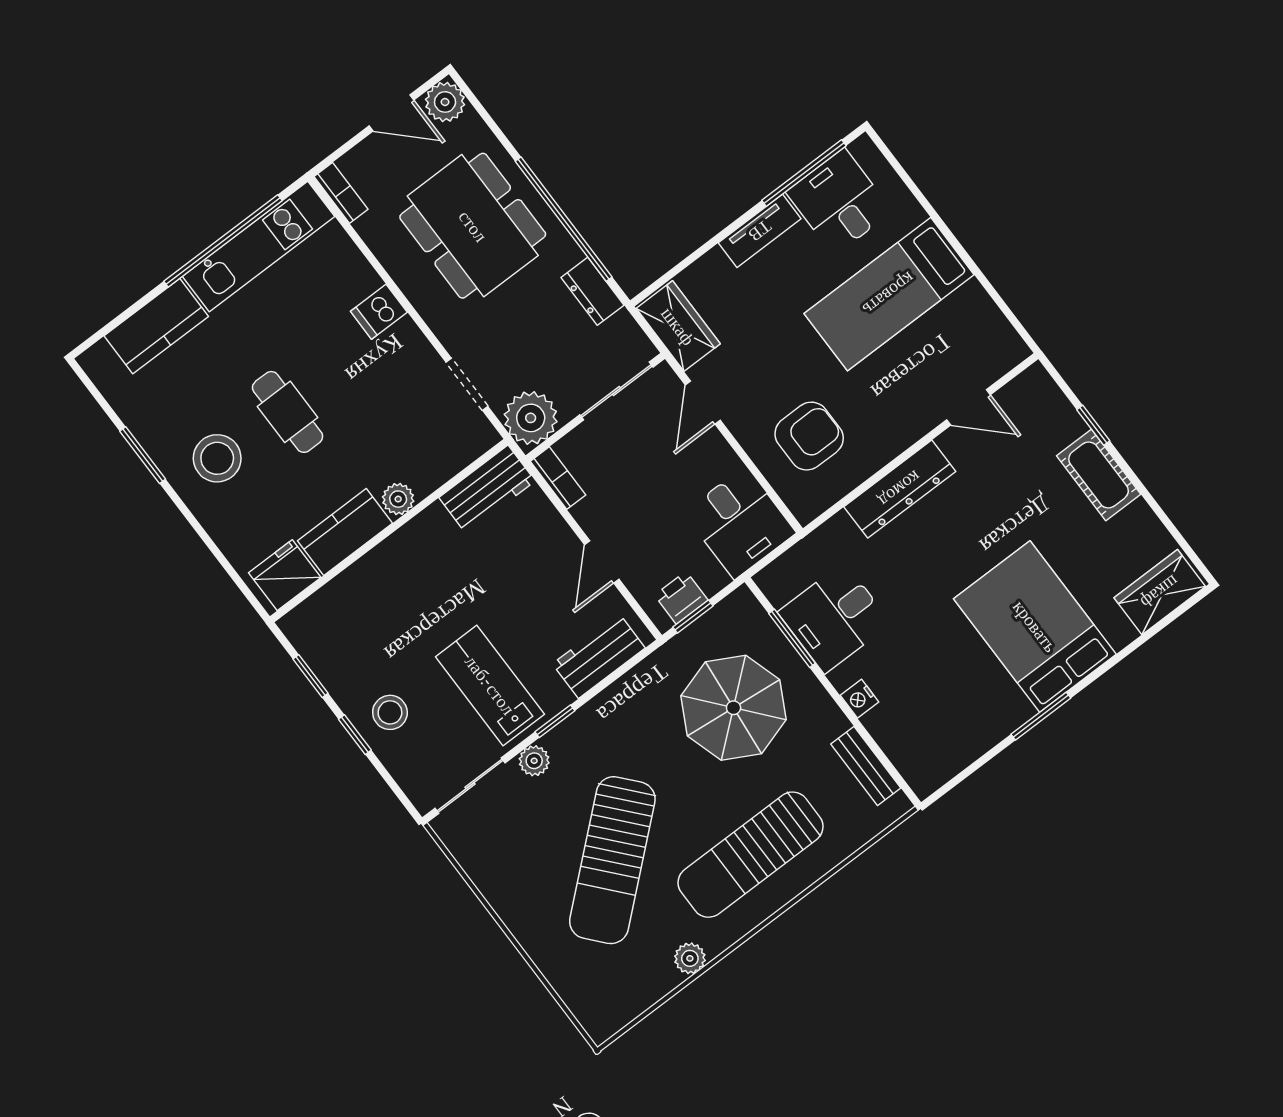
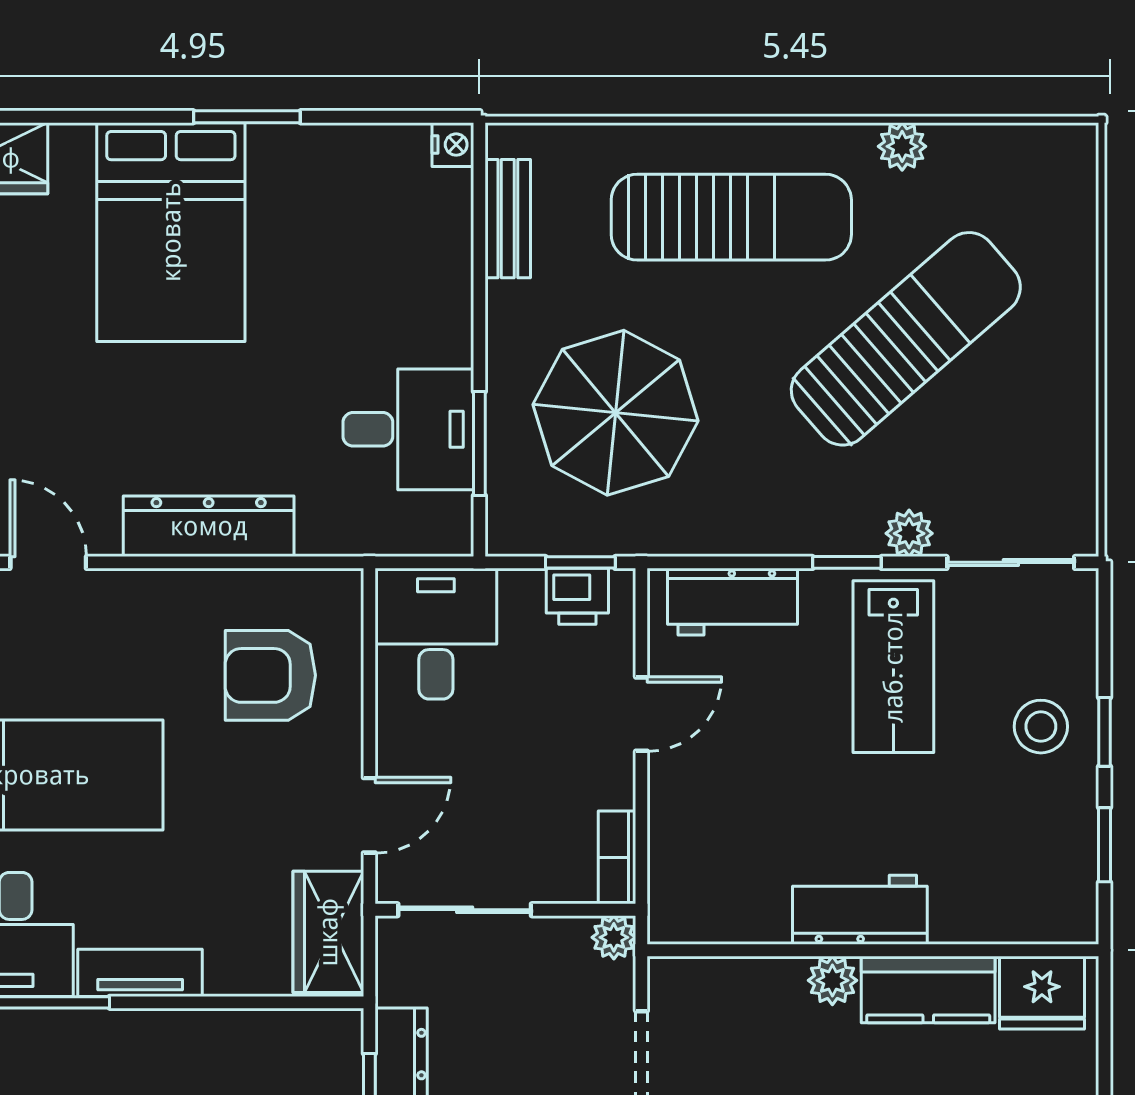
plant: (531, 418) -> (614, 937), width x0.53, depth x0.53
workbench: (487, 489) -> (860, 910), moved
nightstand: (859, 699) -> (453, 145), moved

